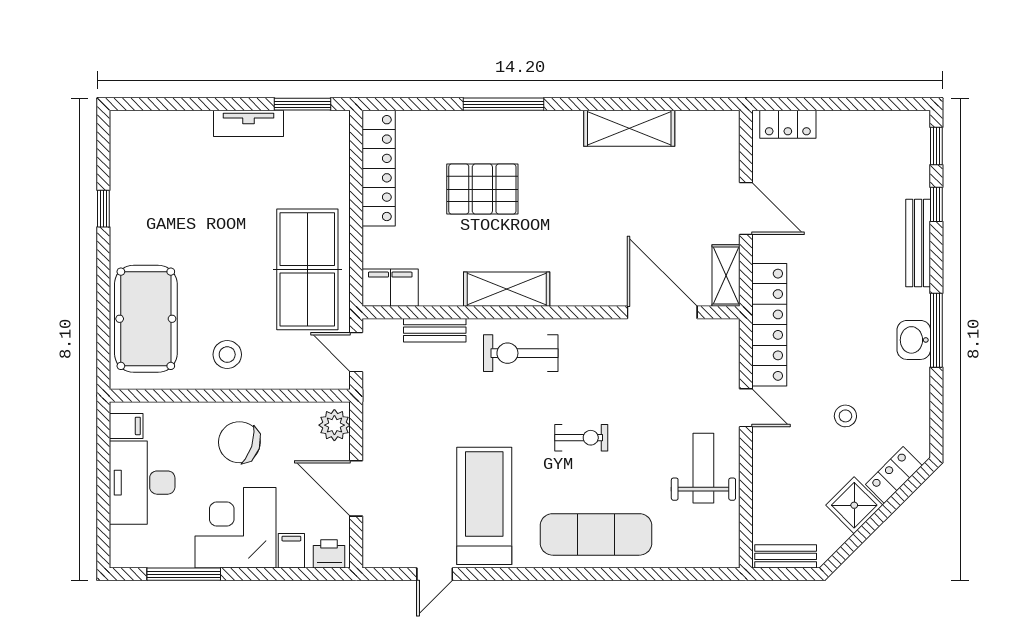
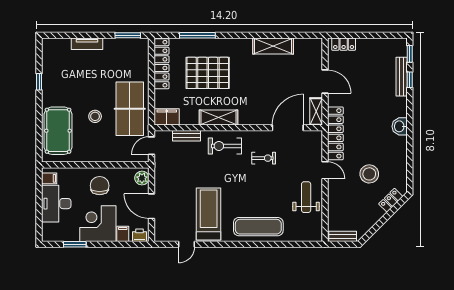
window: (503, 104) -> (197, 35), moved
tv unit: (248, 123) -> (87, 44), moved
pallet: (482, 189) -> (208, 73), width x1.37, depth x1.41
bench: (918, 243) -> (402, 77), moved
door: (662, 312) -> (288, 128), hinge flipped
window: (936, 330) -> (410, 136), removed
washbasin: (914, 340) -> (400, 126), moved
door: (356, 352) -> (152, 146), hinge flipped
stool: (227, 355) -> (95, 116), moved
stool: (845, 416) -> (369, 174), width x1.89, depth x1.89
exercise bike: (581, 438) -> (264, 158), moved
chair: (239, 442) -> (100, 186), turned 72
shower: (854, 505) -> (373, 214), removed
window: (184, 574) -> (75, 244), width x0.69

